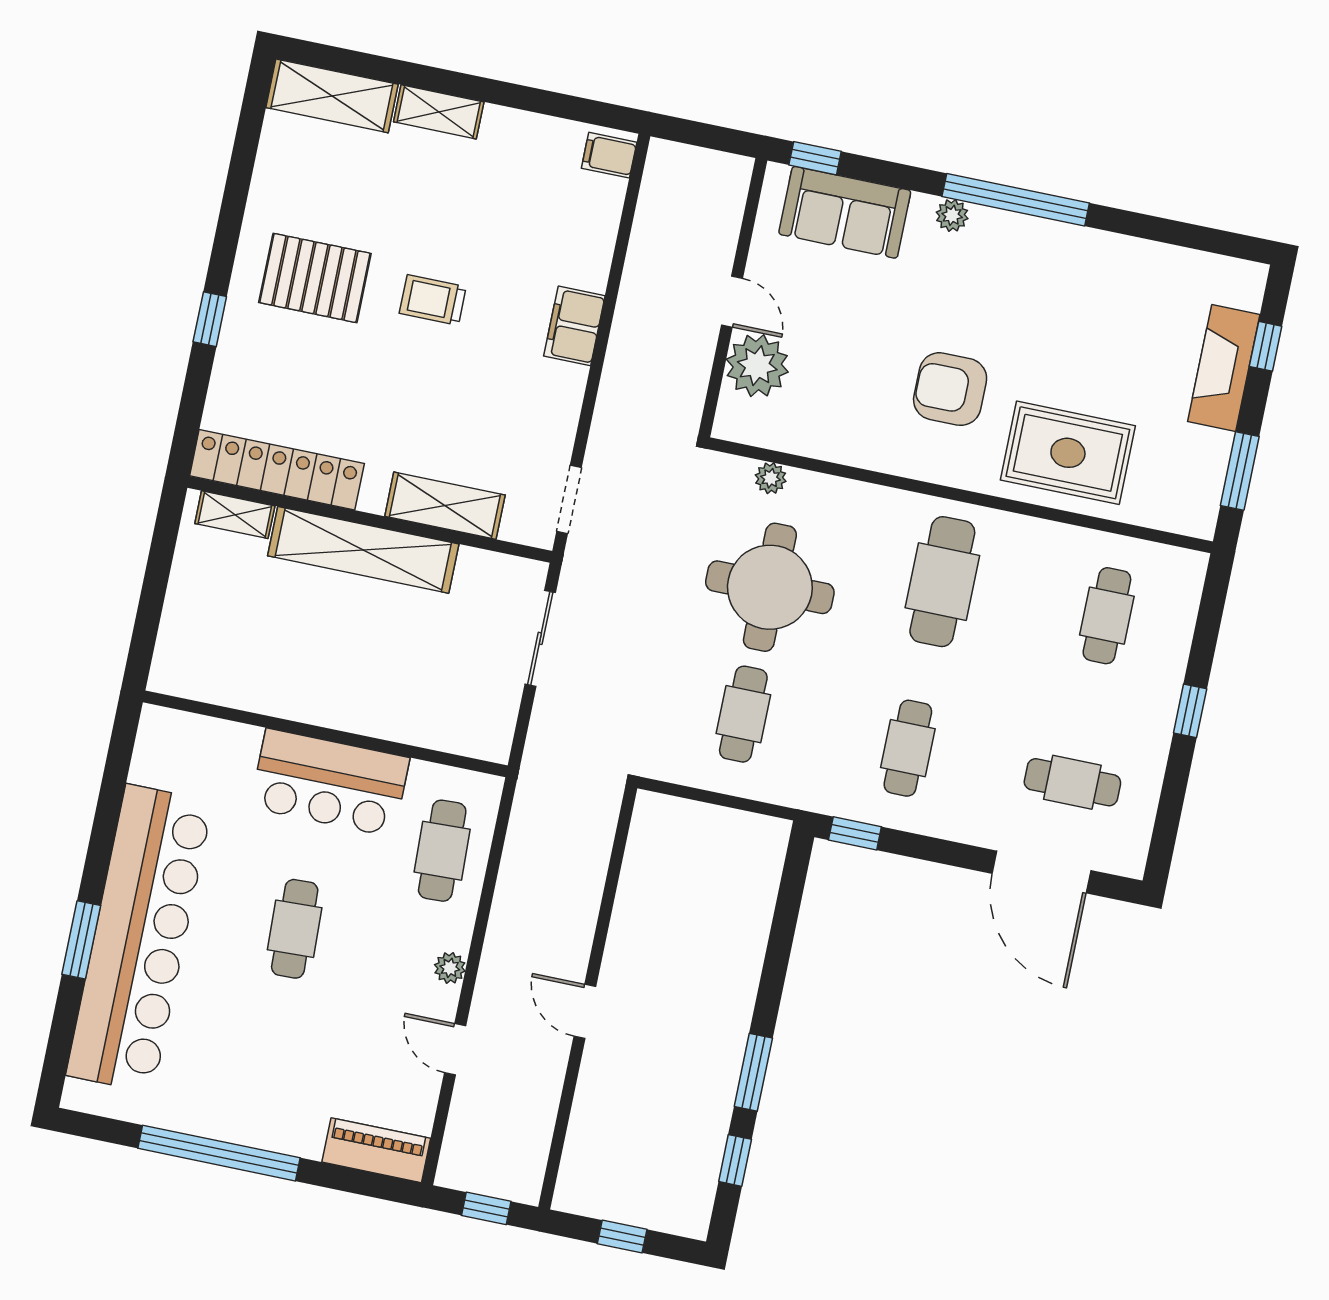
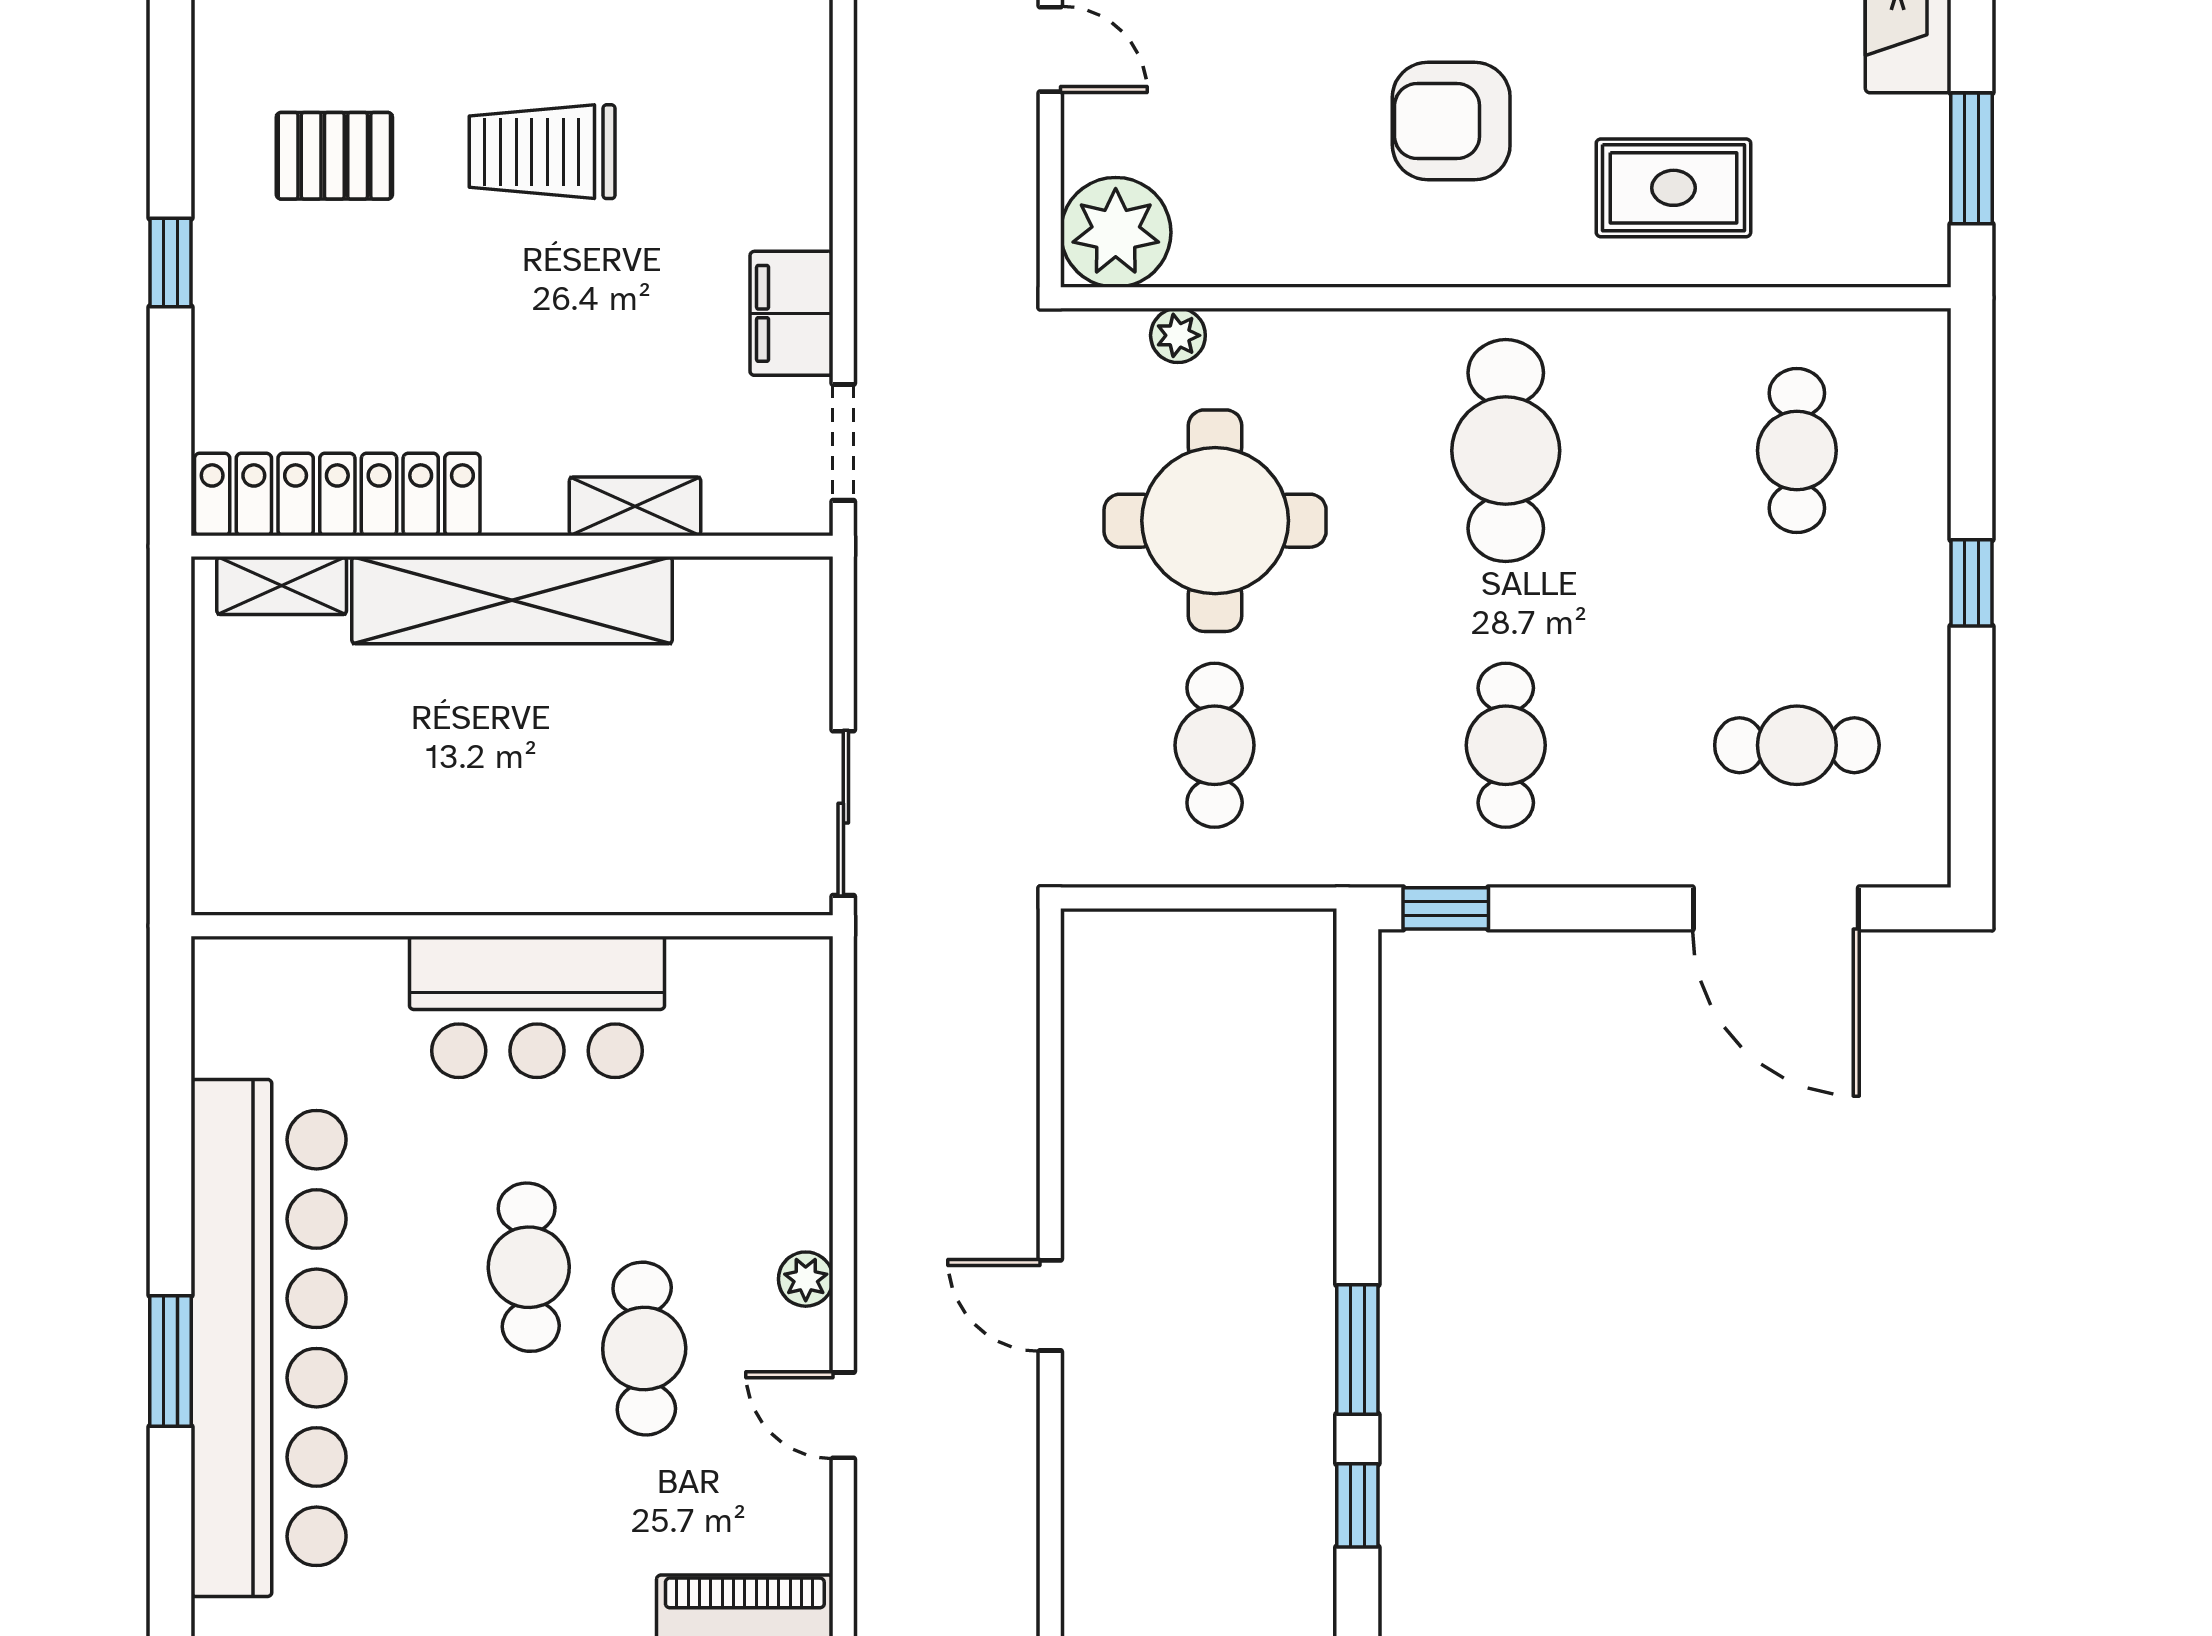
pallet: (315, 278) -> (334, 156), width x0.67, depth x0.71
trolley: (433, 300) -> (542, 152), width x1.36, depth x1.39
filing cabinet: (574, 326) -> (792, 313), moved
plant: (757, 366) -> (1116, 232), moved
rug: (1068, 453) -> (1673, 188), width x0.73, depth x0.70
shelving: (445, 506) -> (635, 506), width x0.67, depth x0.75
sliding door: (540, 638) -> (843, 813), moved
cafe table: (442, 851) -> (644, 1349), moved

